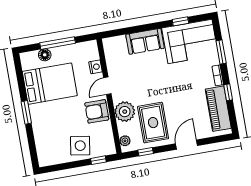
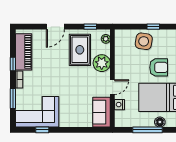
sofa: (145, 41) -> (102, 112), moved, turned -90
armchair: (97, 111) -> (159, 67), moved
window: (98, 160) -> (153, 27), moved

